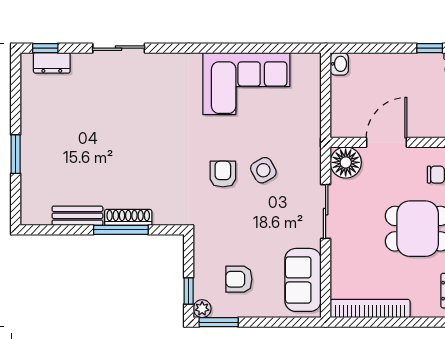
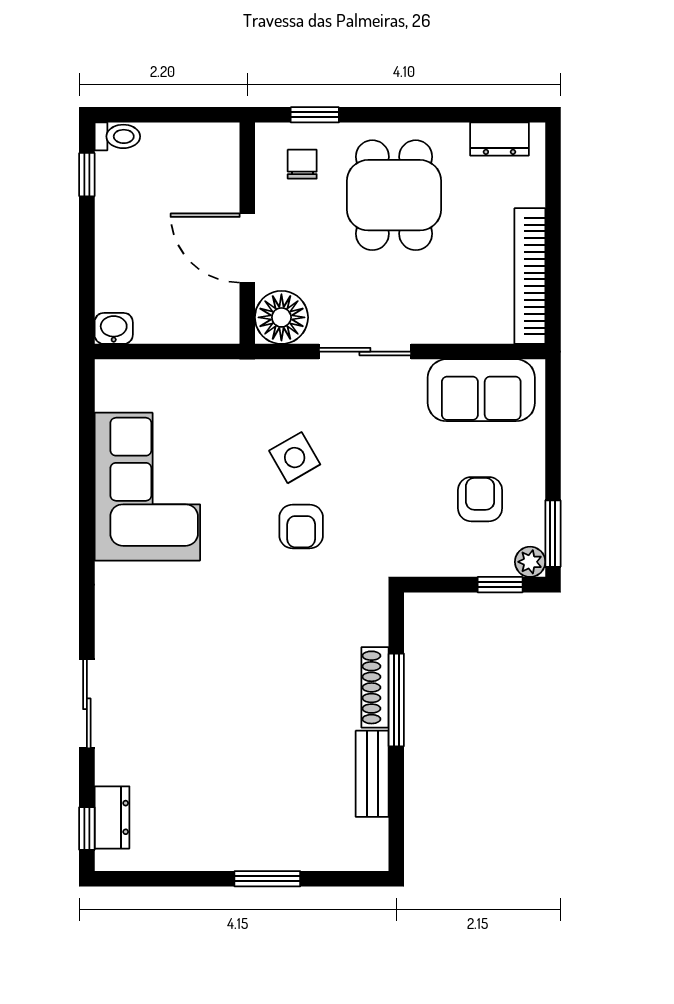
armchair: (223, 174) -> (301, 526), turned -90
armchair: (239, 279) -> (480, 499), turned 180

